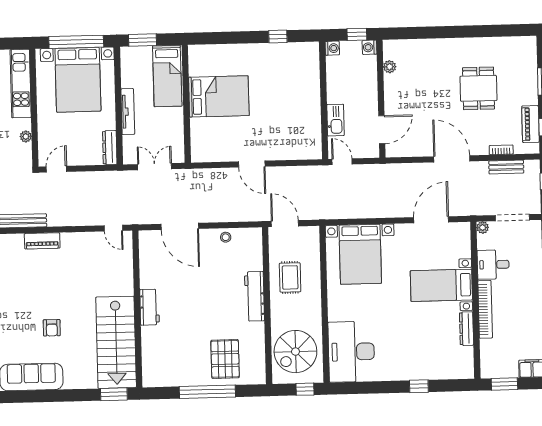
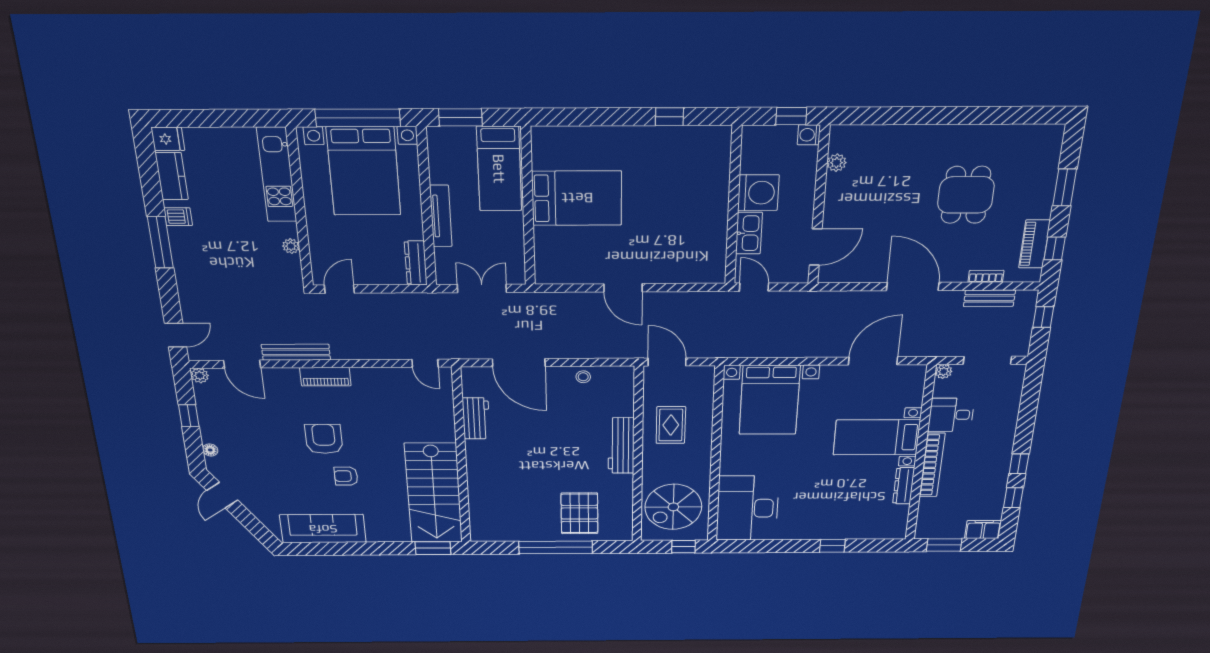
washing machine: (332, 48) -> (758, 193), moved, width x1.89, depth x1.89
armchair: (37, 295) -> (324, 439), added
workbench: (150, 307) -> (476, 418), moved
armchair: (52, 328) -> (346, 476), turned 90

